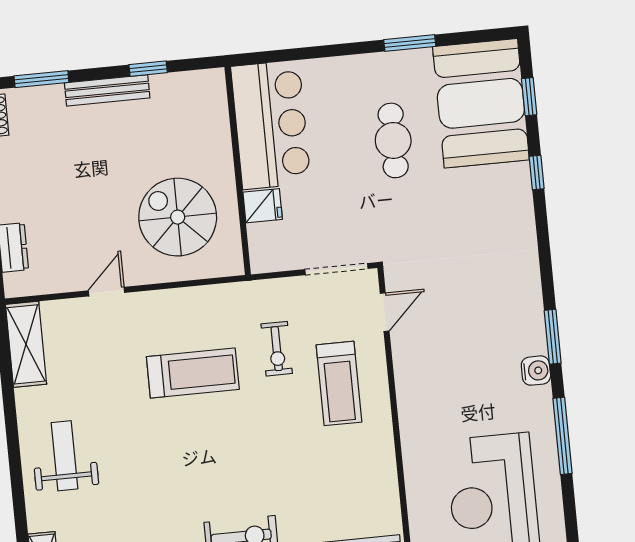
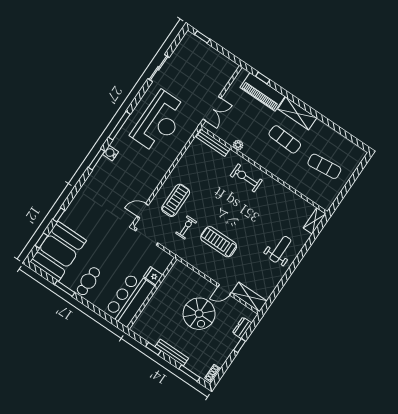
cafe table: (393, 140) -> (88, 281), moved
spiral stairs: (178, 217) -> (199, 314), moved
shelving: (26, 344) -> (249, 297), moved, turned 90
weight bench: (65, 456) -> (280, 249), turned 180

